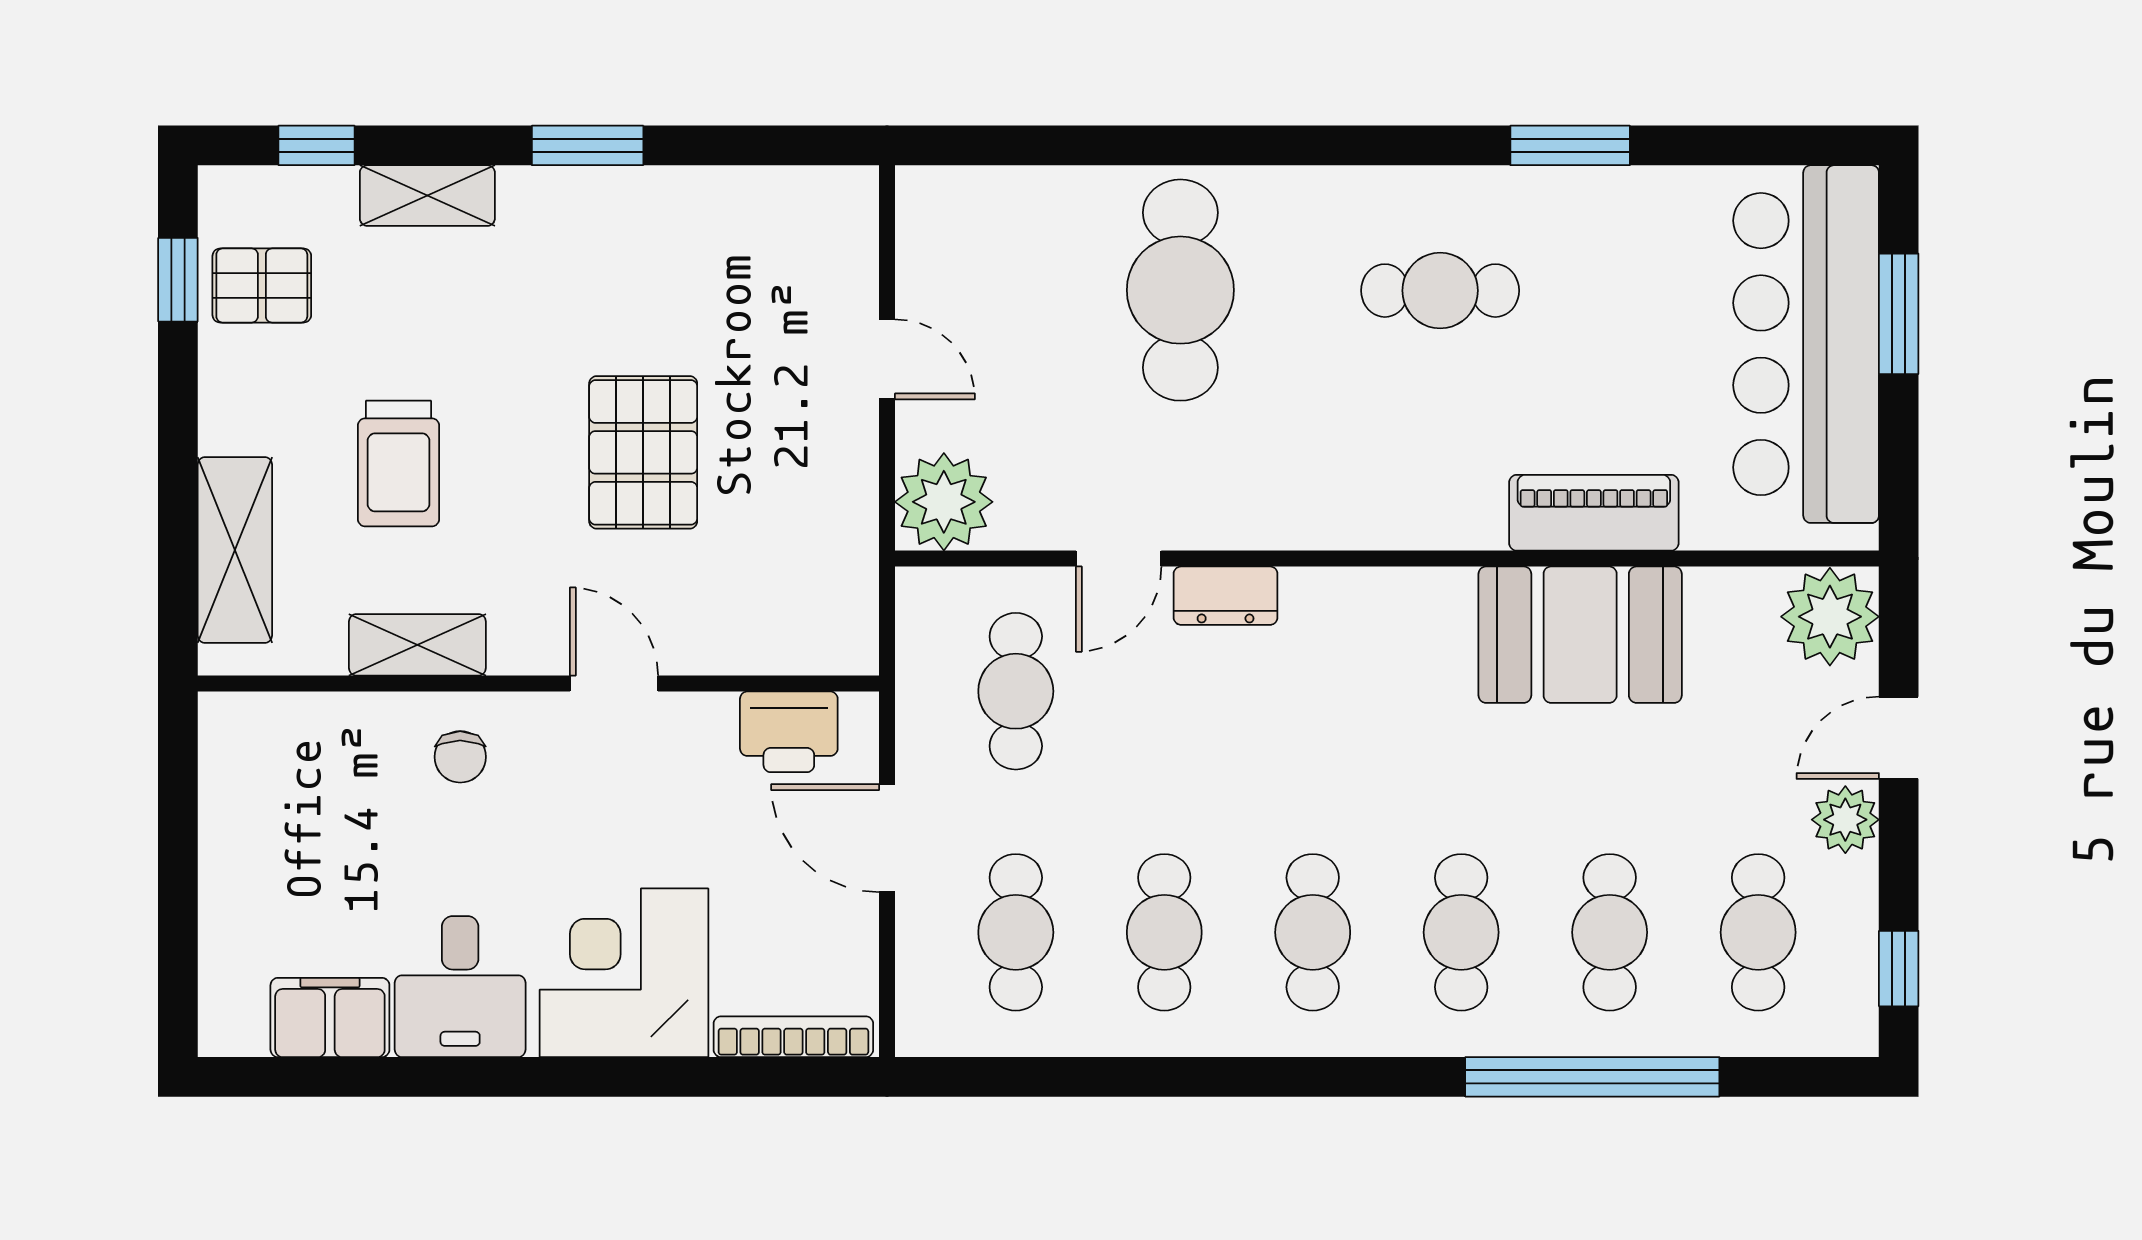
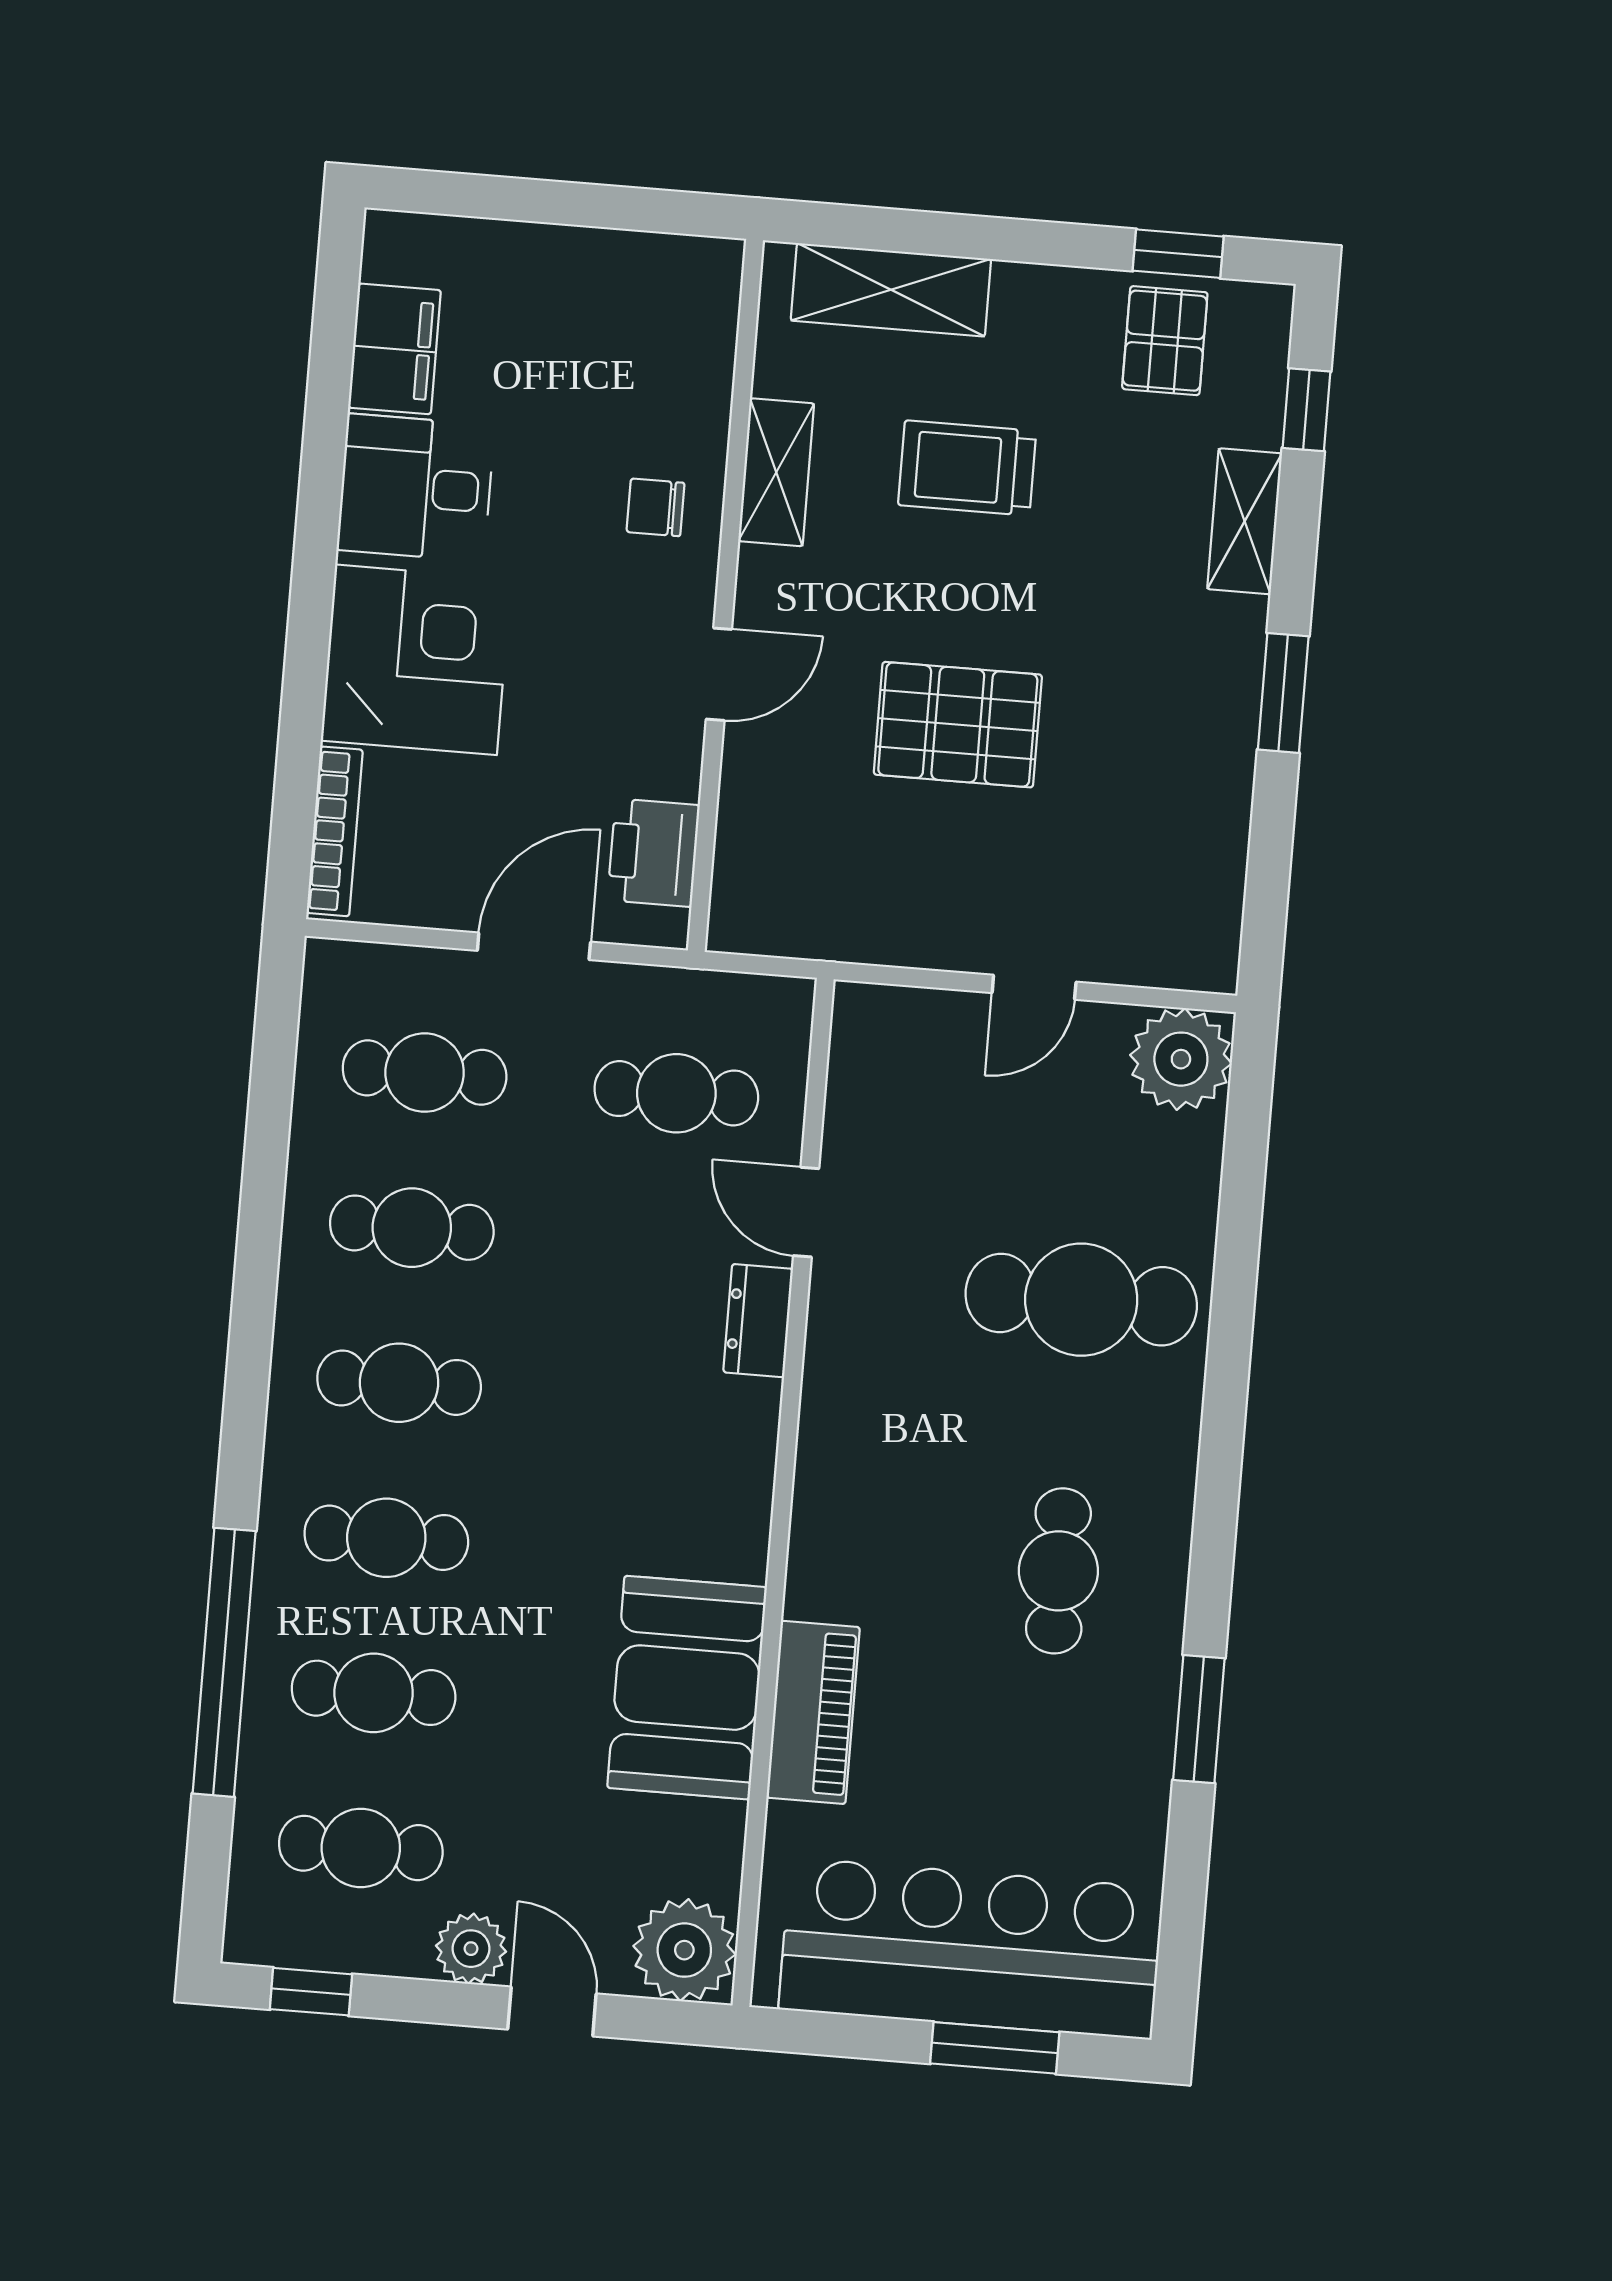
plant: (944, 502) -> (1181, 1059), moved

